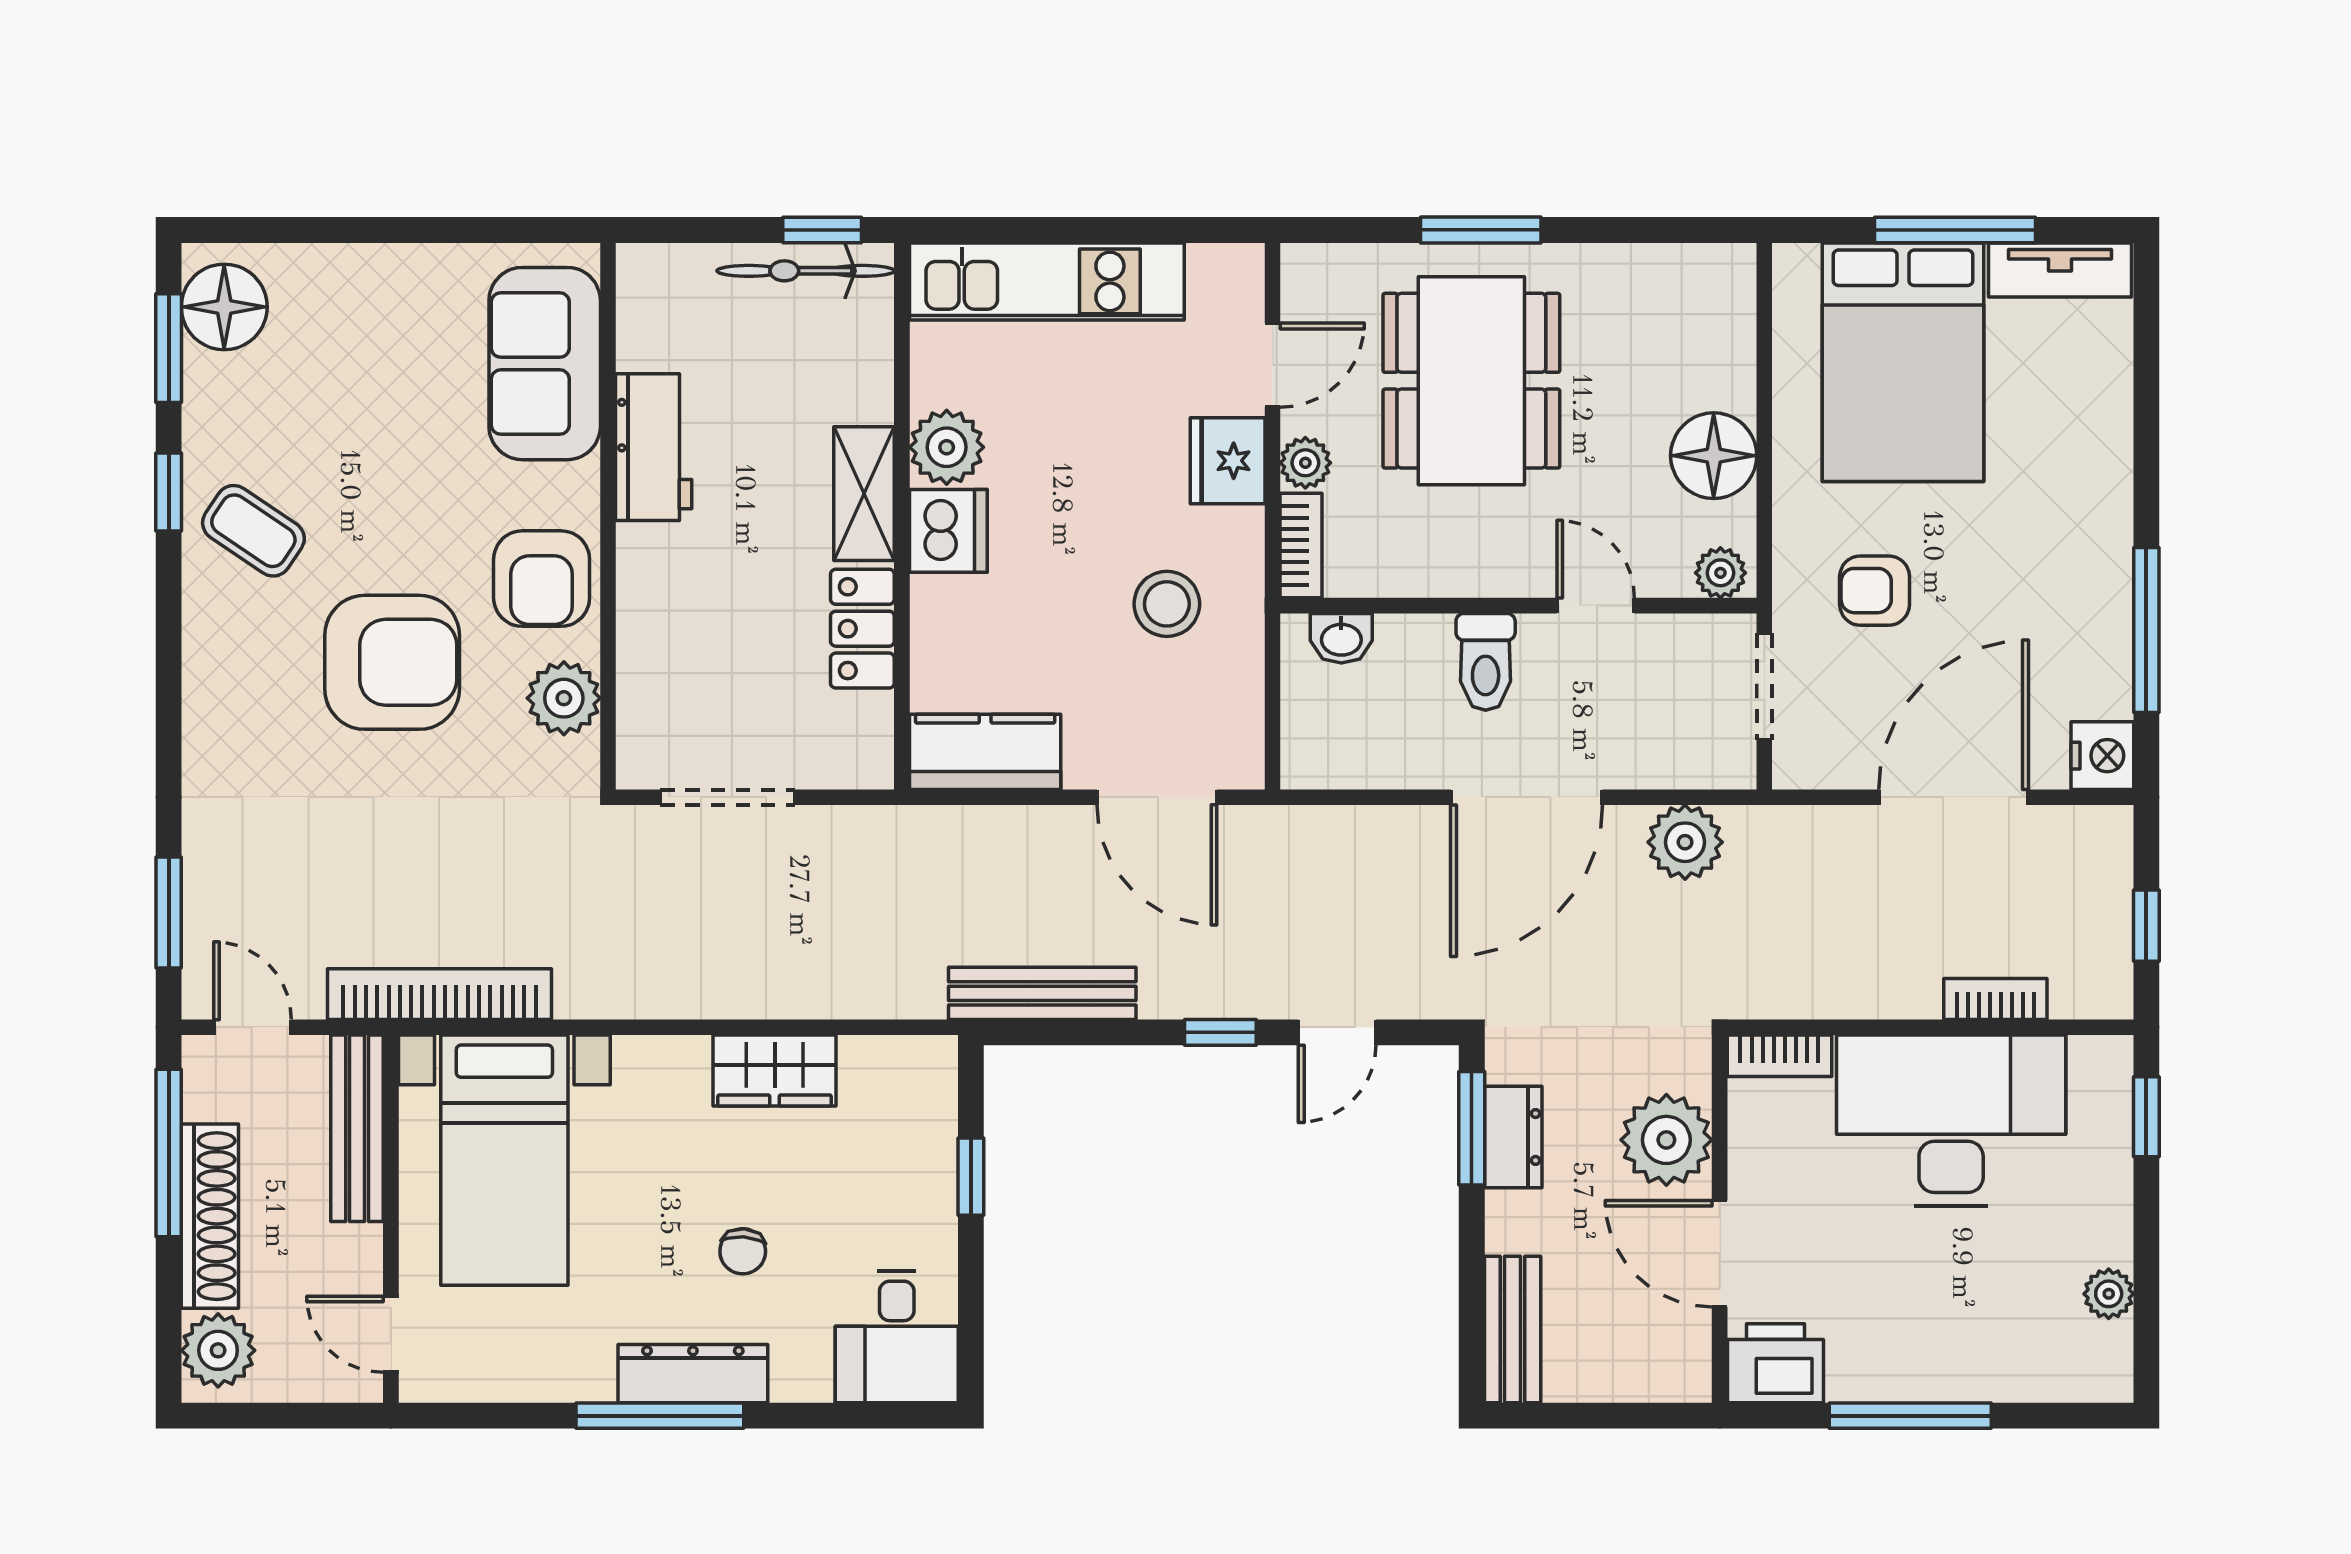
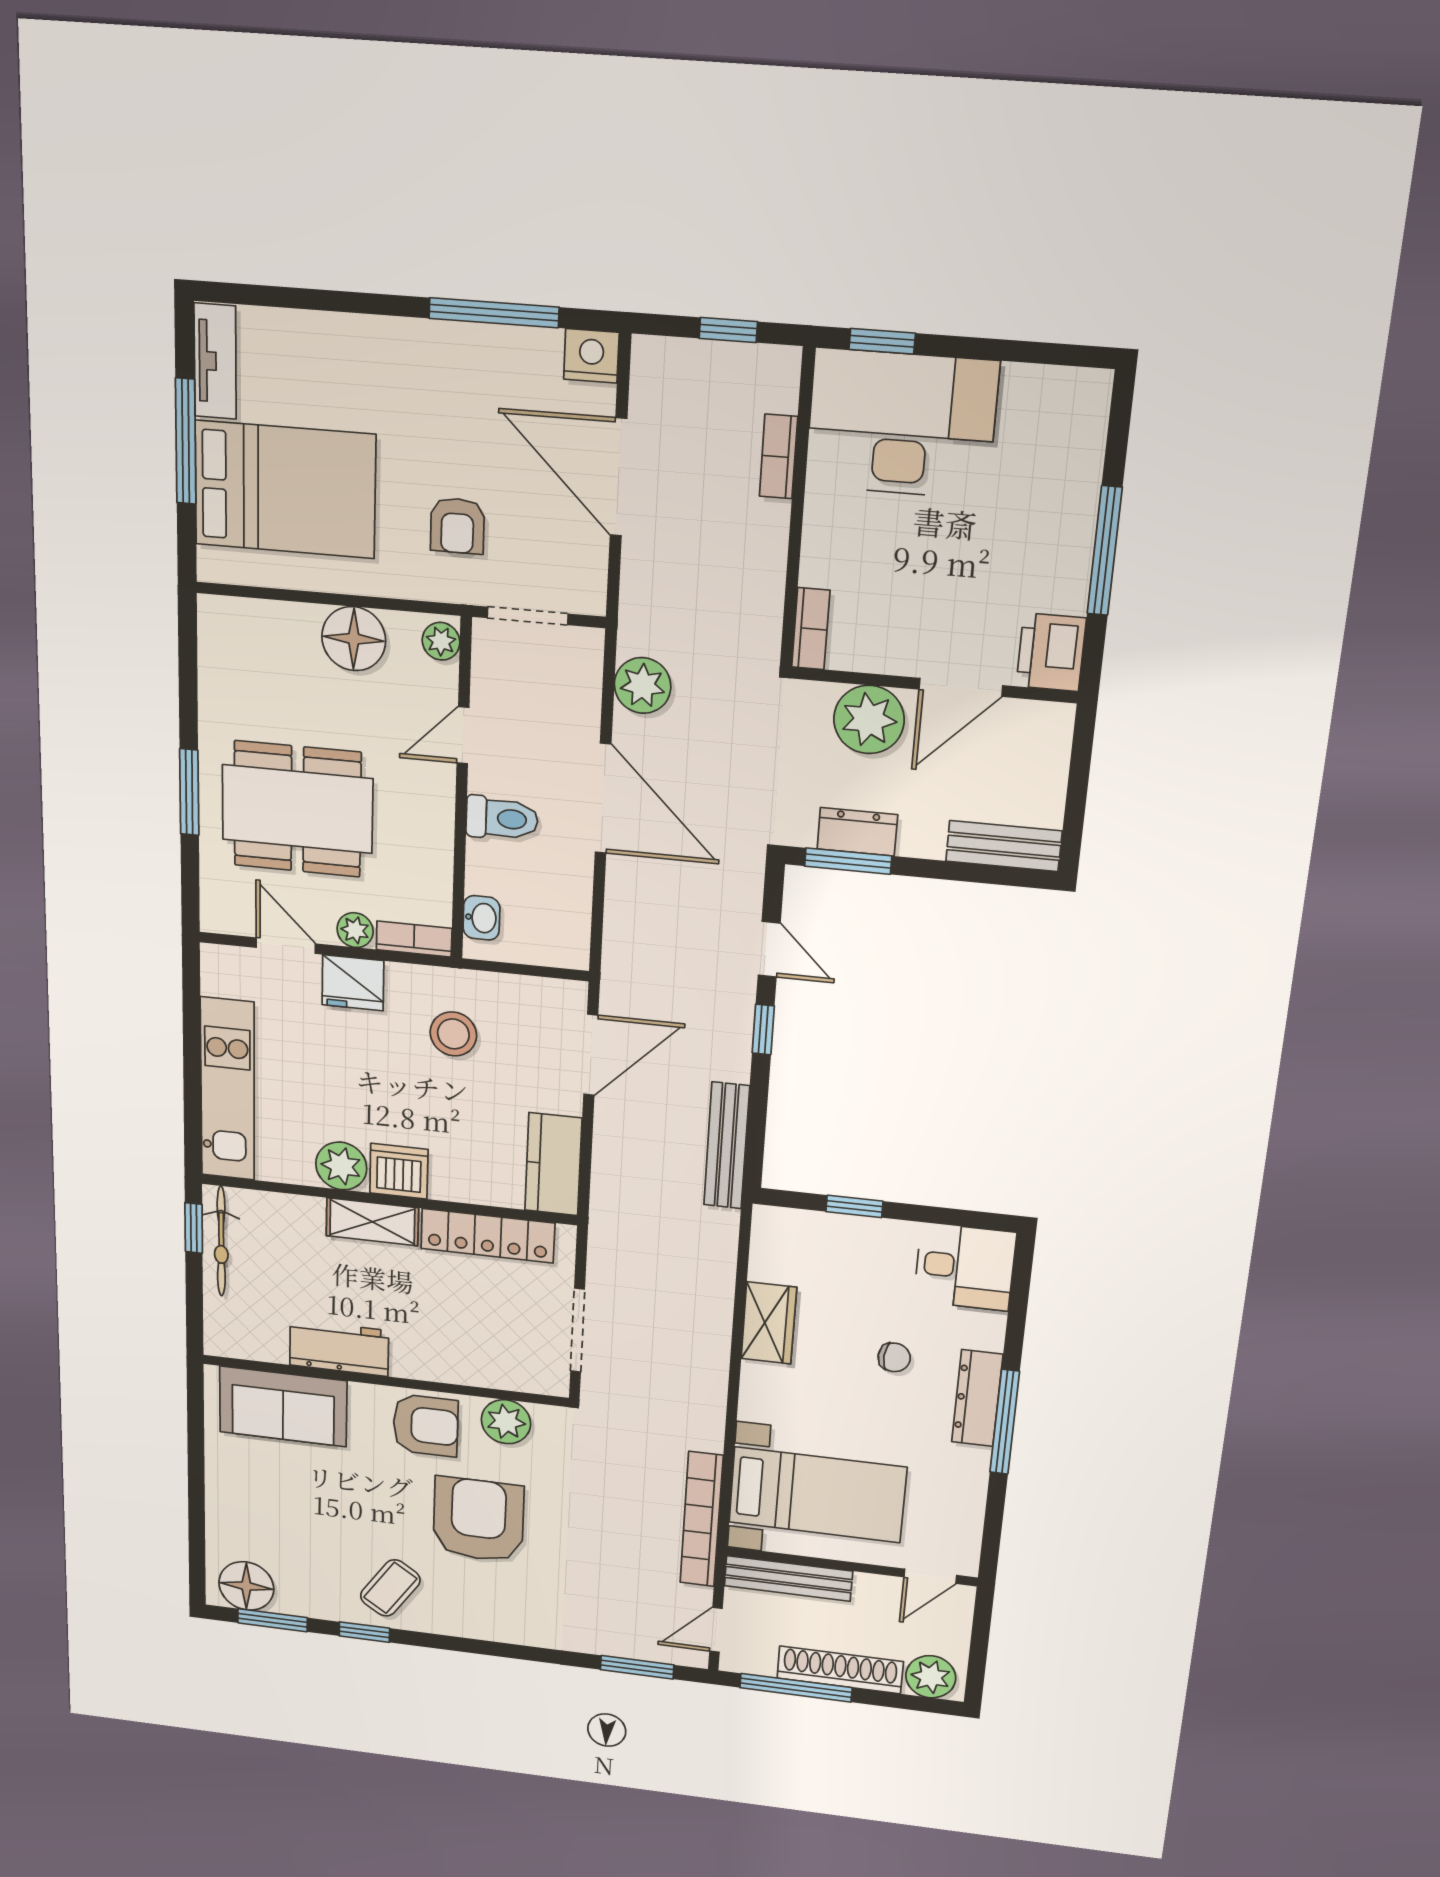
locker: (862, 629) -> (488, 1236), width x1.53
desk: (1951, 1121) -> (902, 424), moved, turned 90
plant: (2109, 1294) -> (1023, 383), removed

